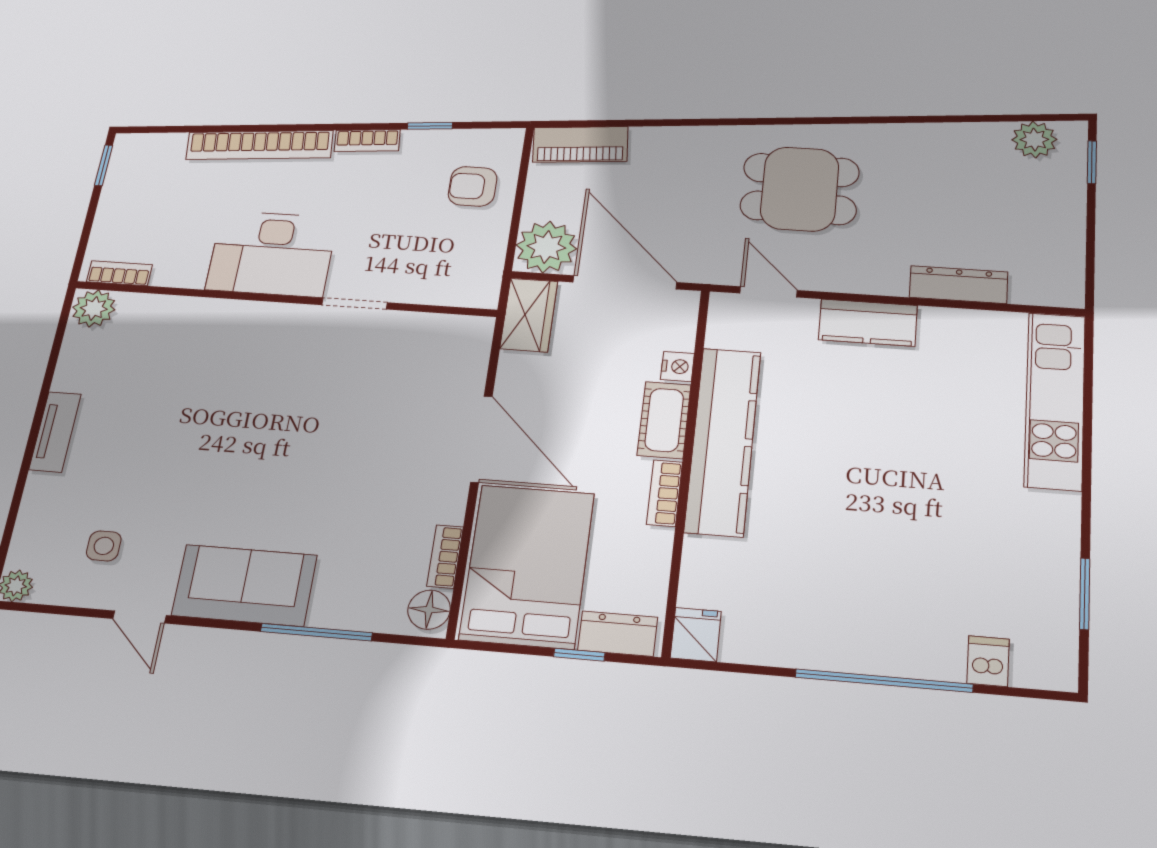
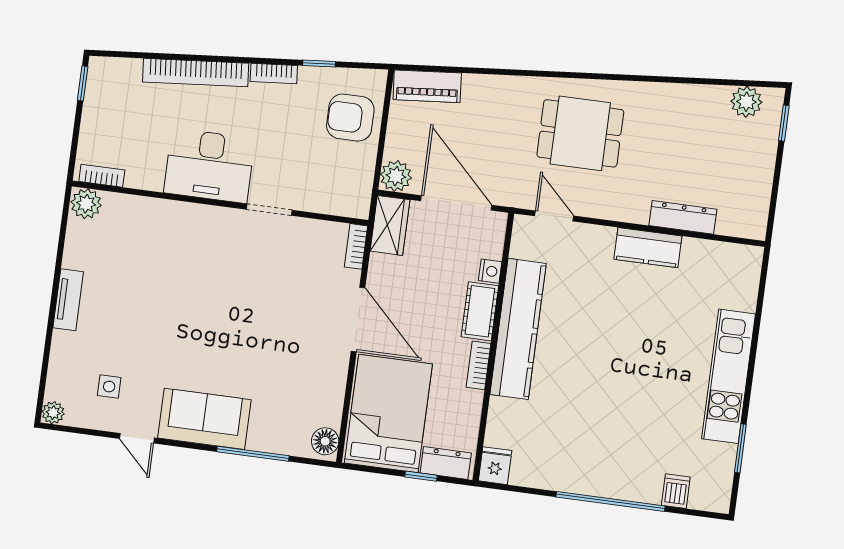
armchair: (473, 186) -> (350, 118), width x1.38, depth x1.38
plant: (546, 247) -> (396, 176), width x0.73, depth x0.73
kitchen counter: (868, 323) -> (648, 248), moved
kitchen unit: (1055, 400) -> (729, 376), moved
bookcase: (445, 556) -> (356, 246), moved

